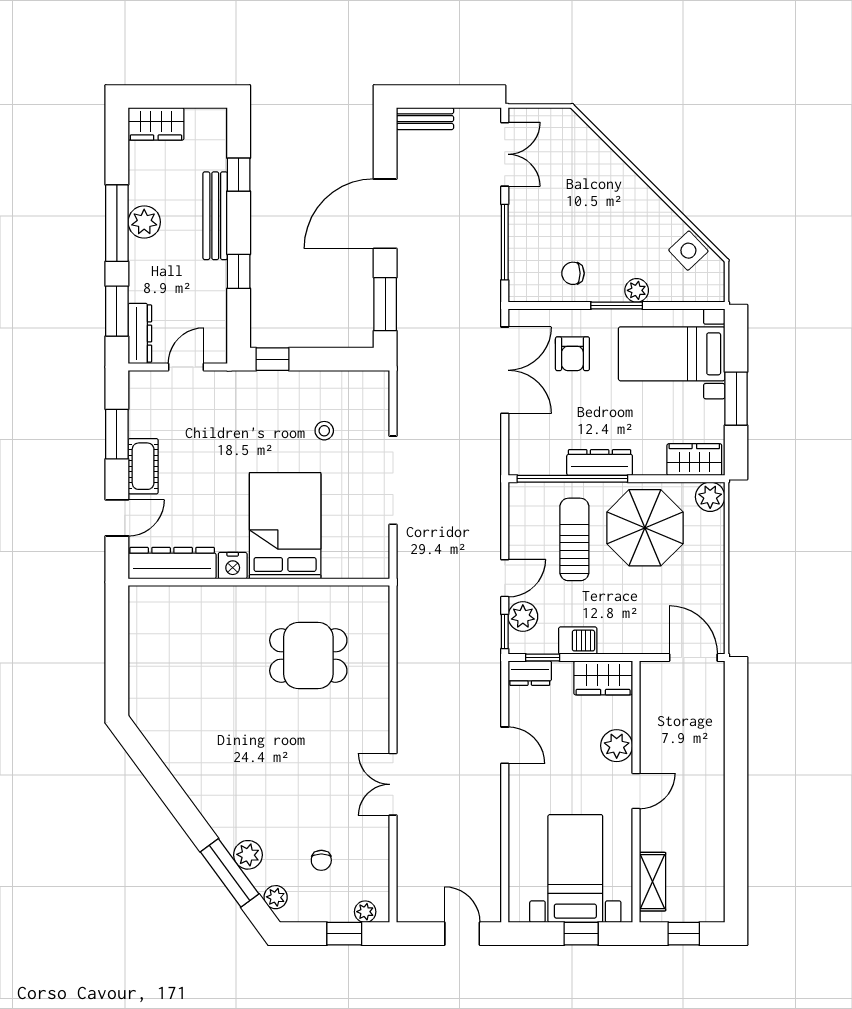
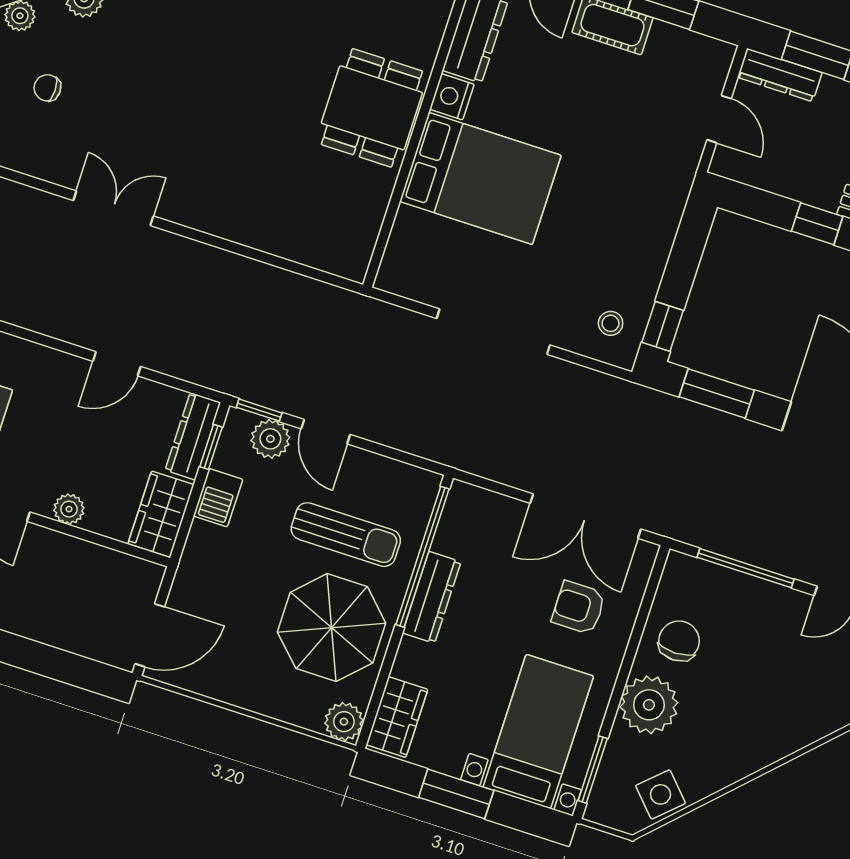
chair: (573, 273) -> (679, 641), width x1.37, depth x1.37
plant: (637, 290) -> (649, 705), width x1.87, depth x1.87
window: (617, 306) -> (593, 770), moved
window: (272, 359) -> (663, 326), moved
stool: (324, 431) -> (611, 323), moved
dining table: (308, 656) -> (372, 108), moved
dresser: (530, 673) -> (193, 436), width x1.44
plant: (617, 746) -> (69, 509), width x0.73, depth x0.73

